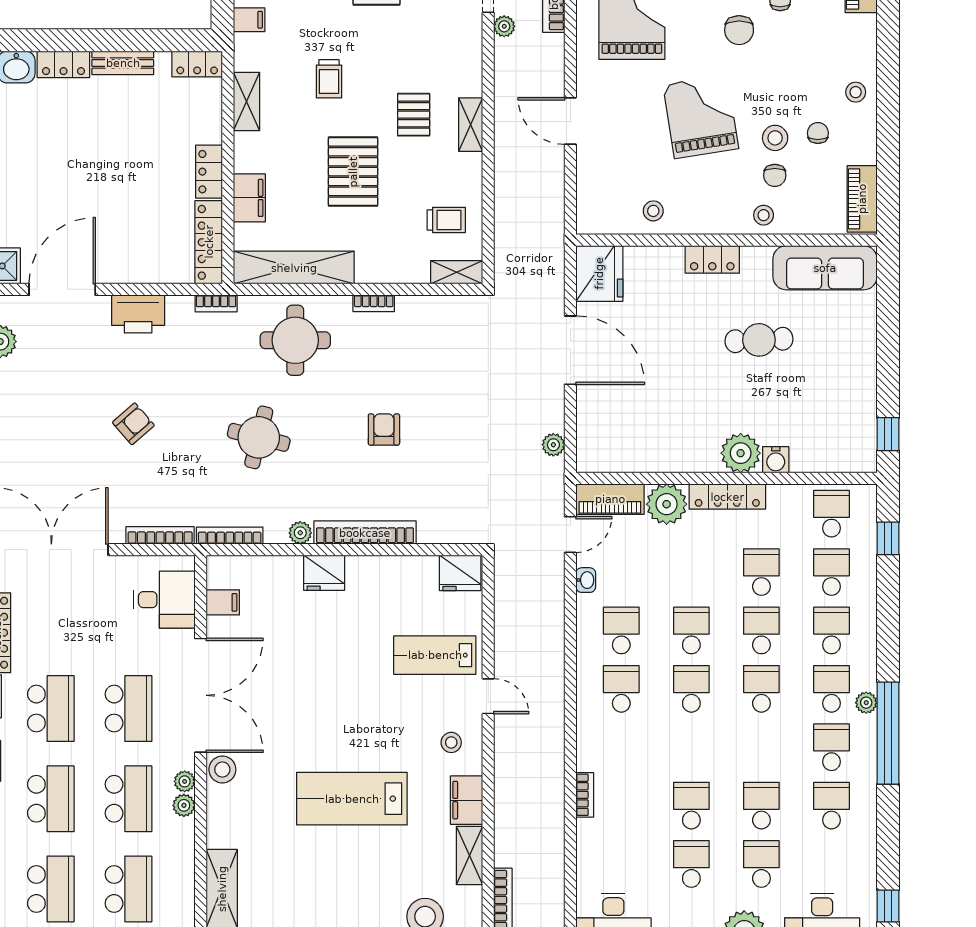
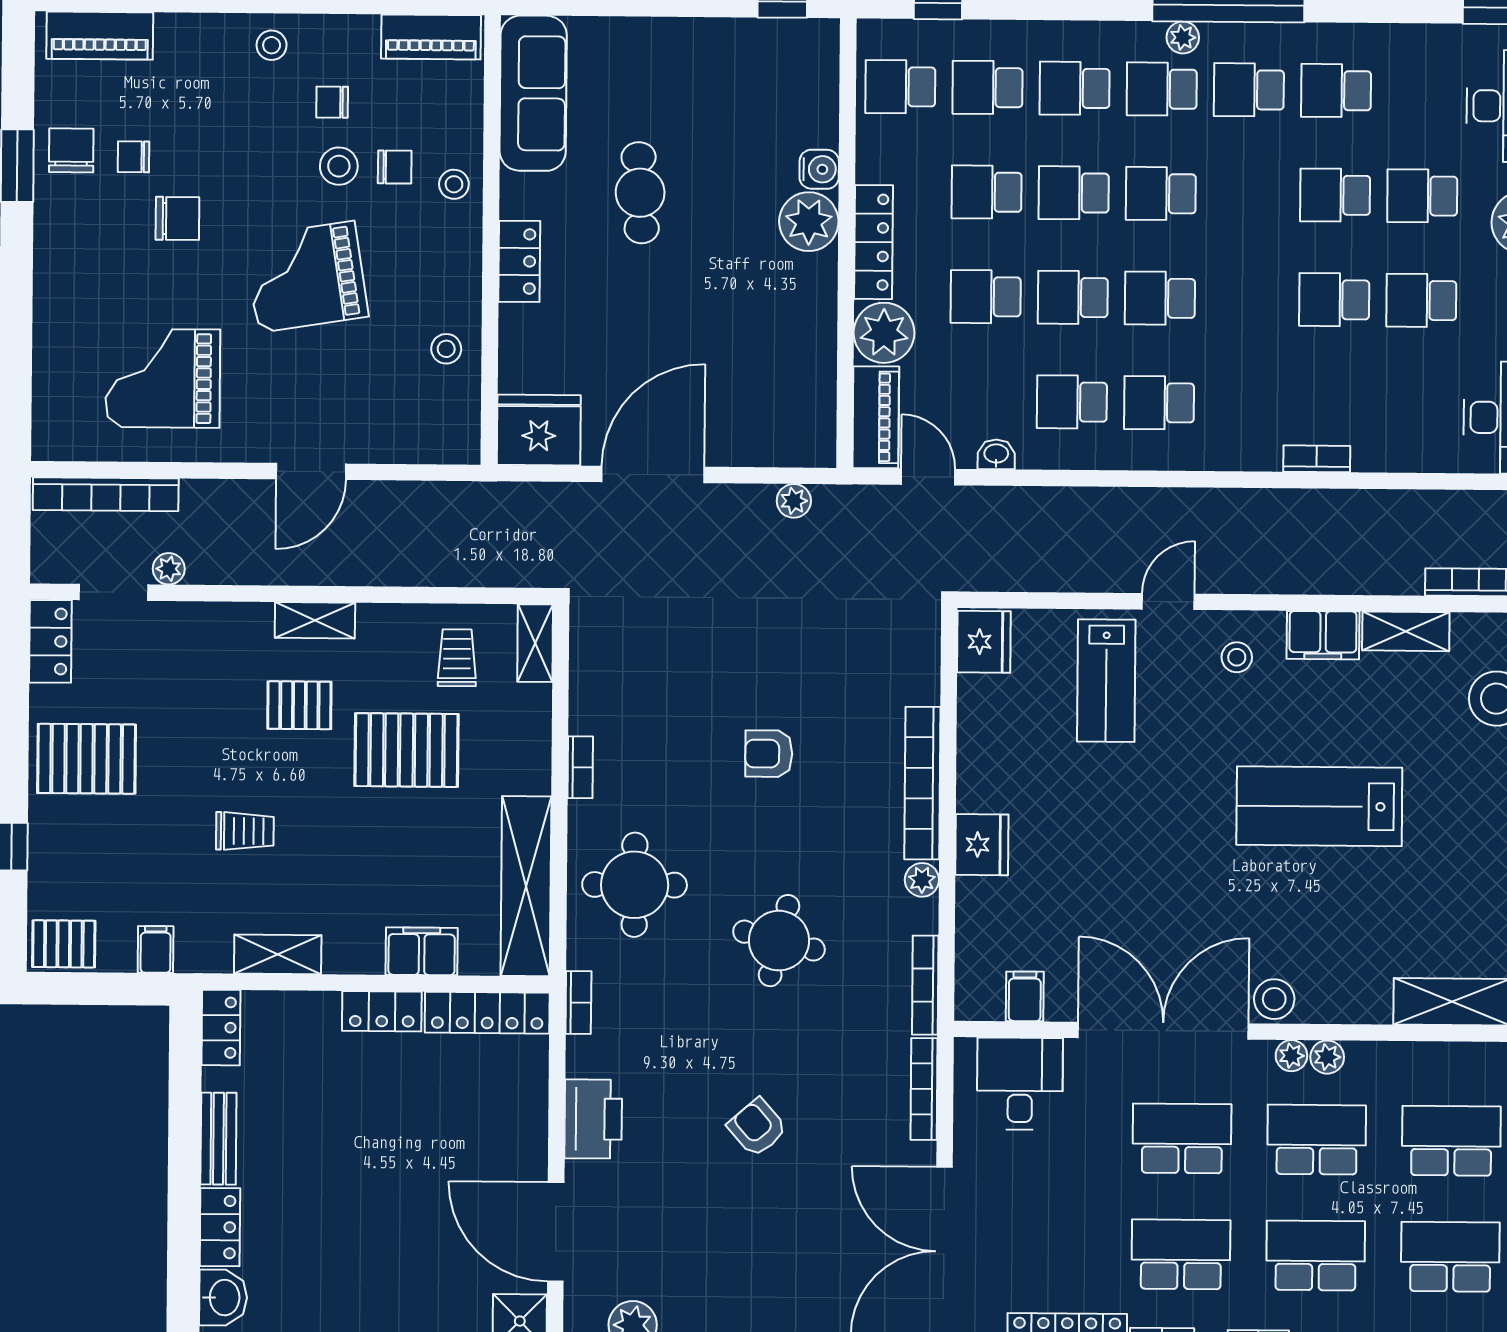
pallet: (353, 172) -> (406, 750), moved
school desk: (691, 572) -> (986, 297), added
lab bench: (352, 799) -> (1319, 806), turned 90

